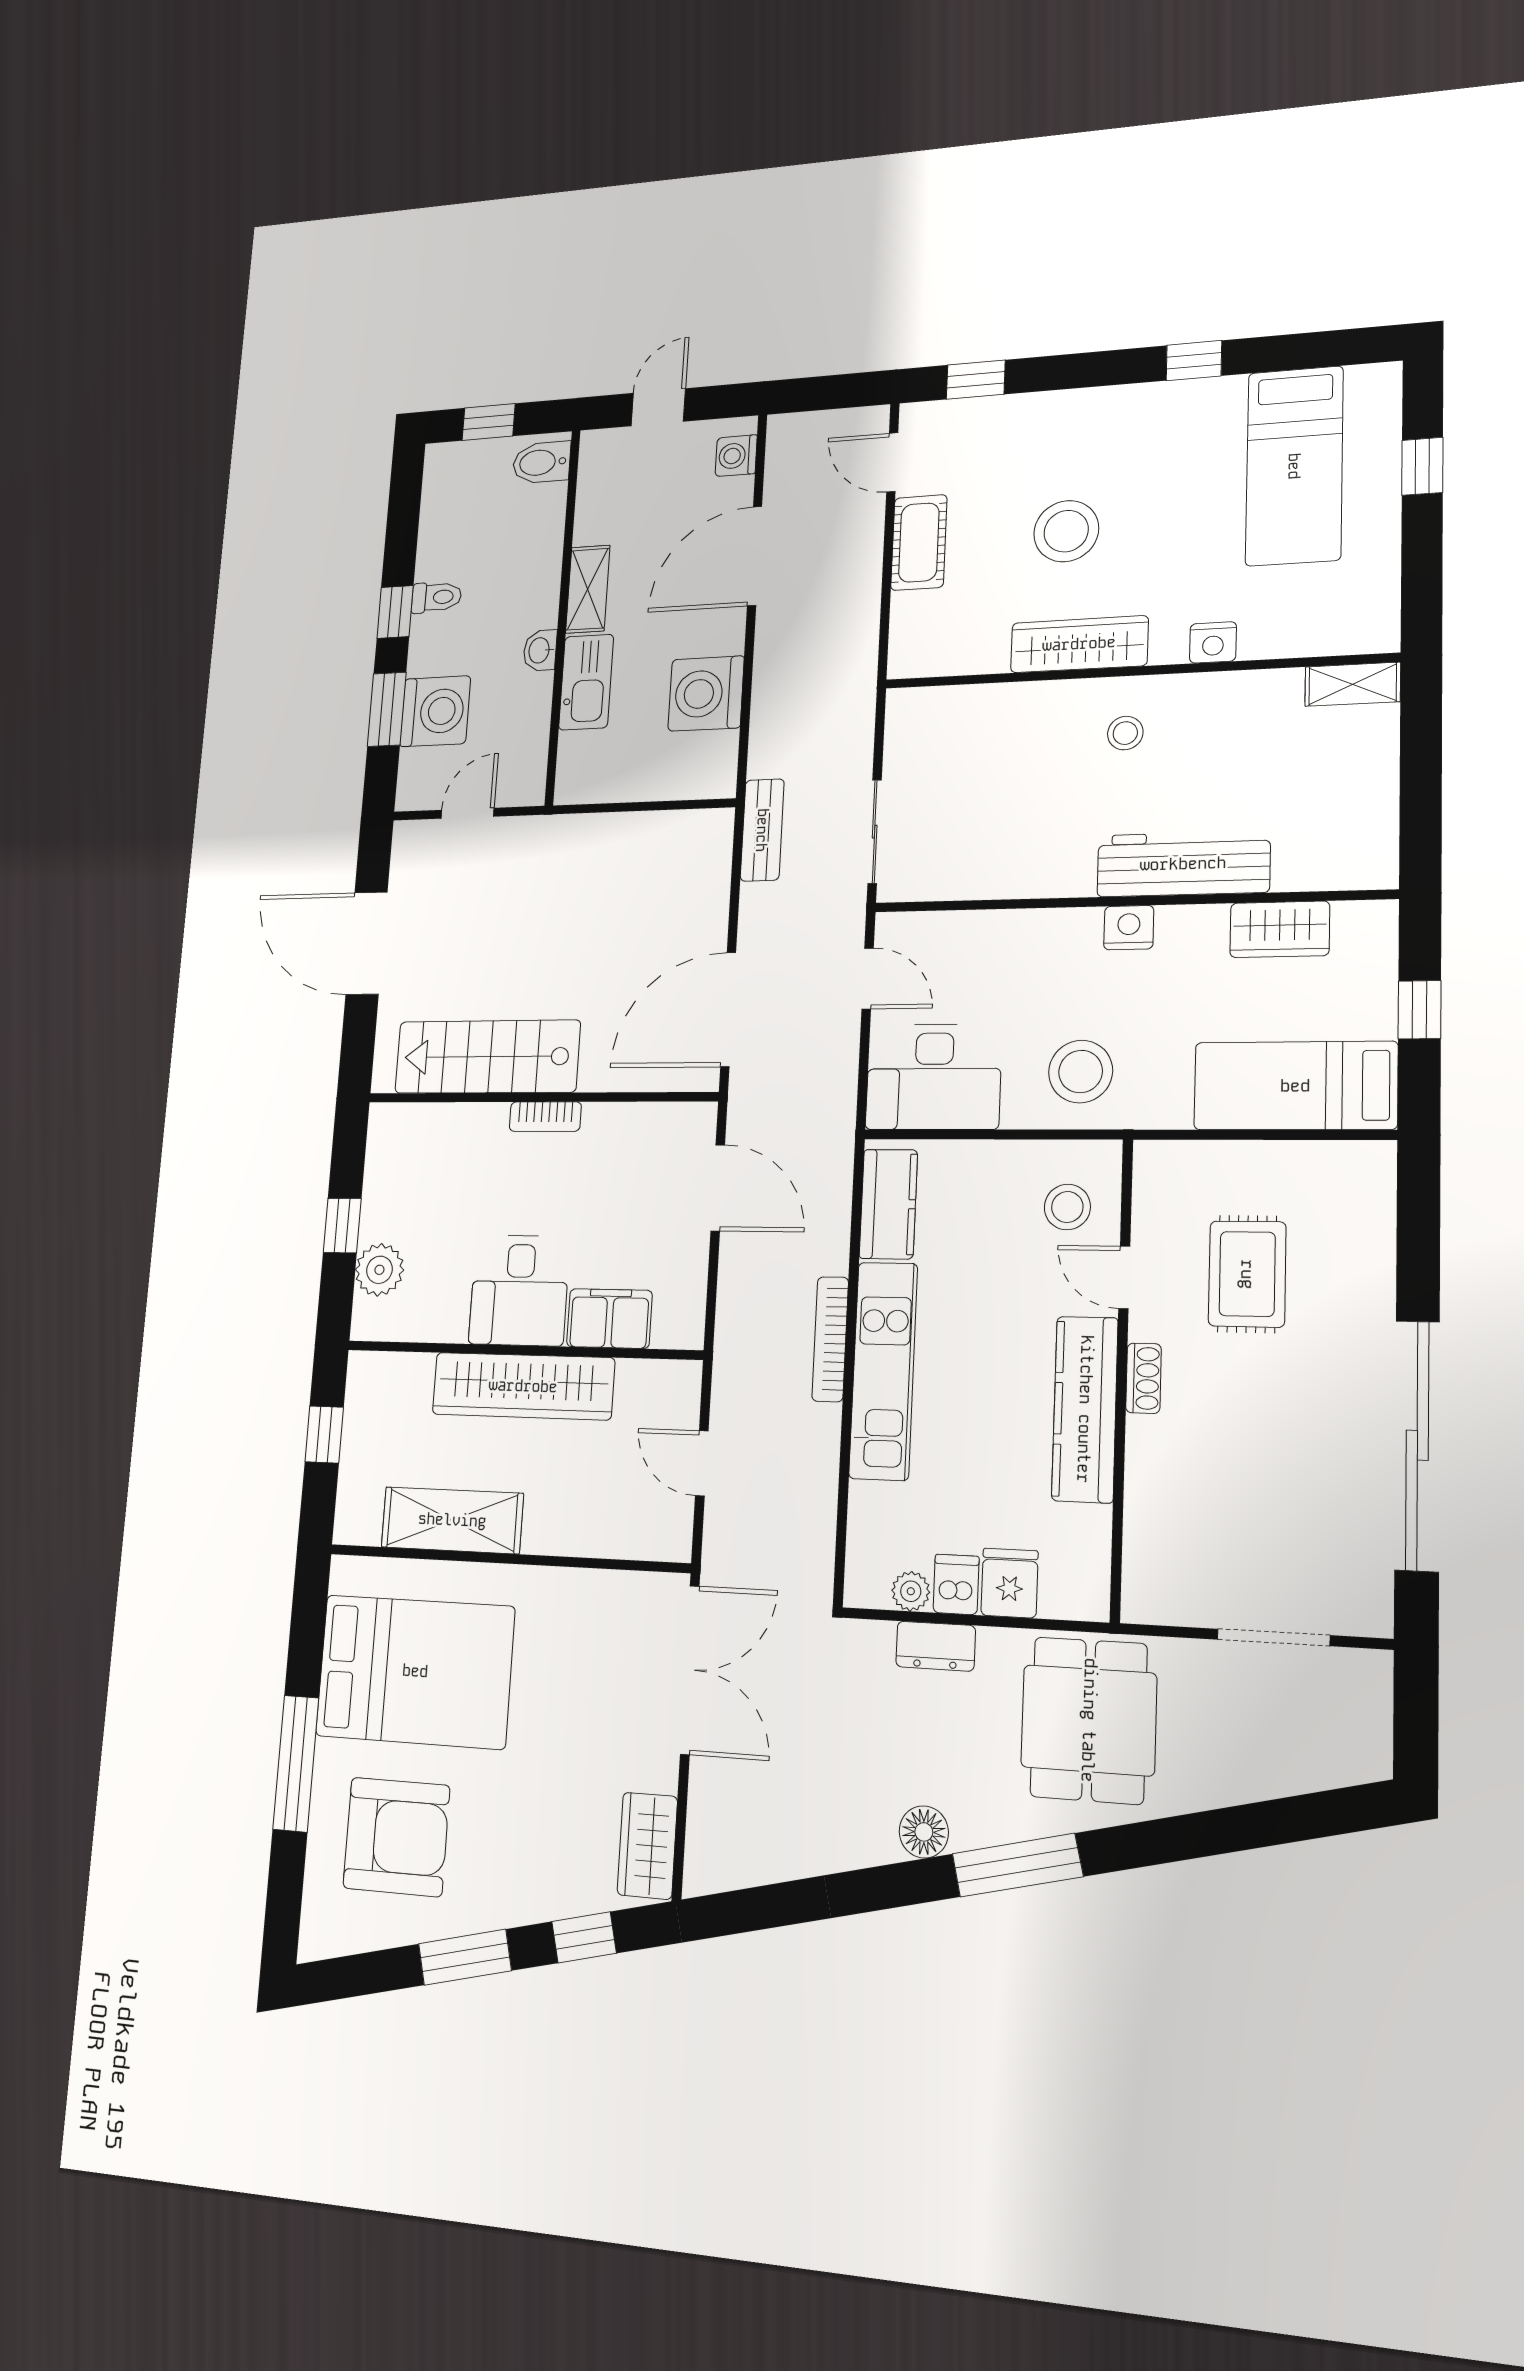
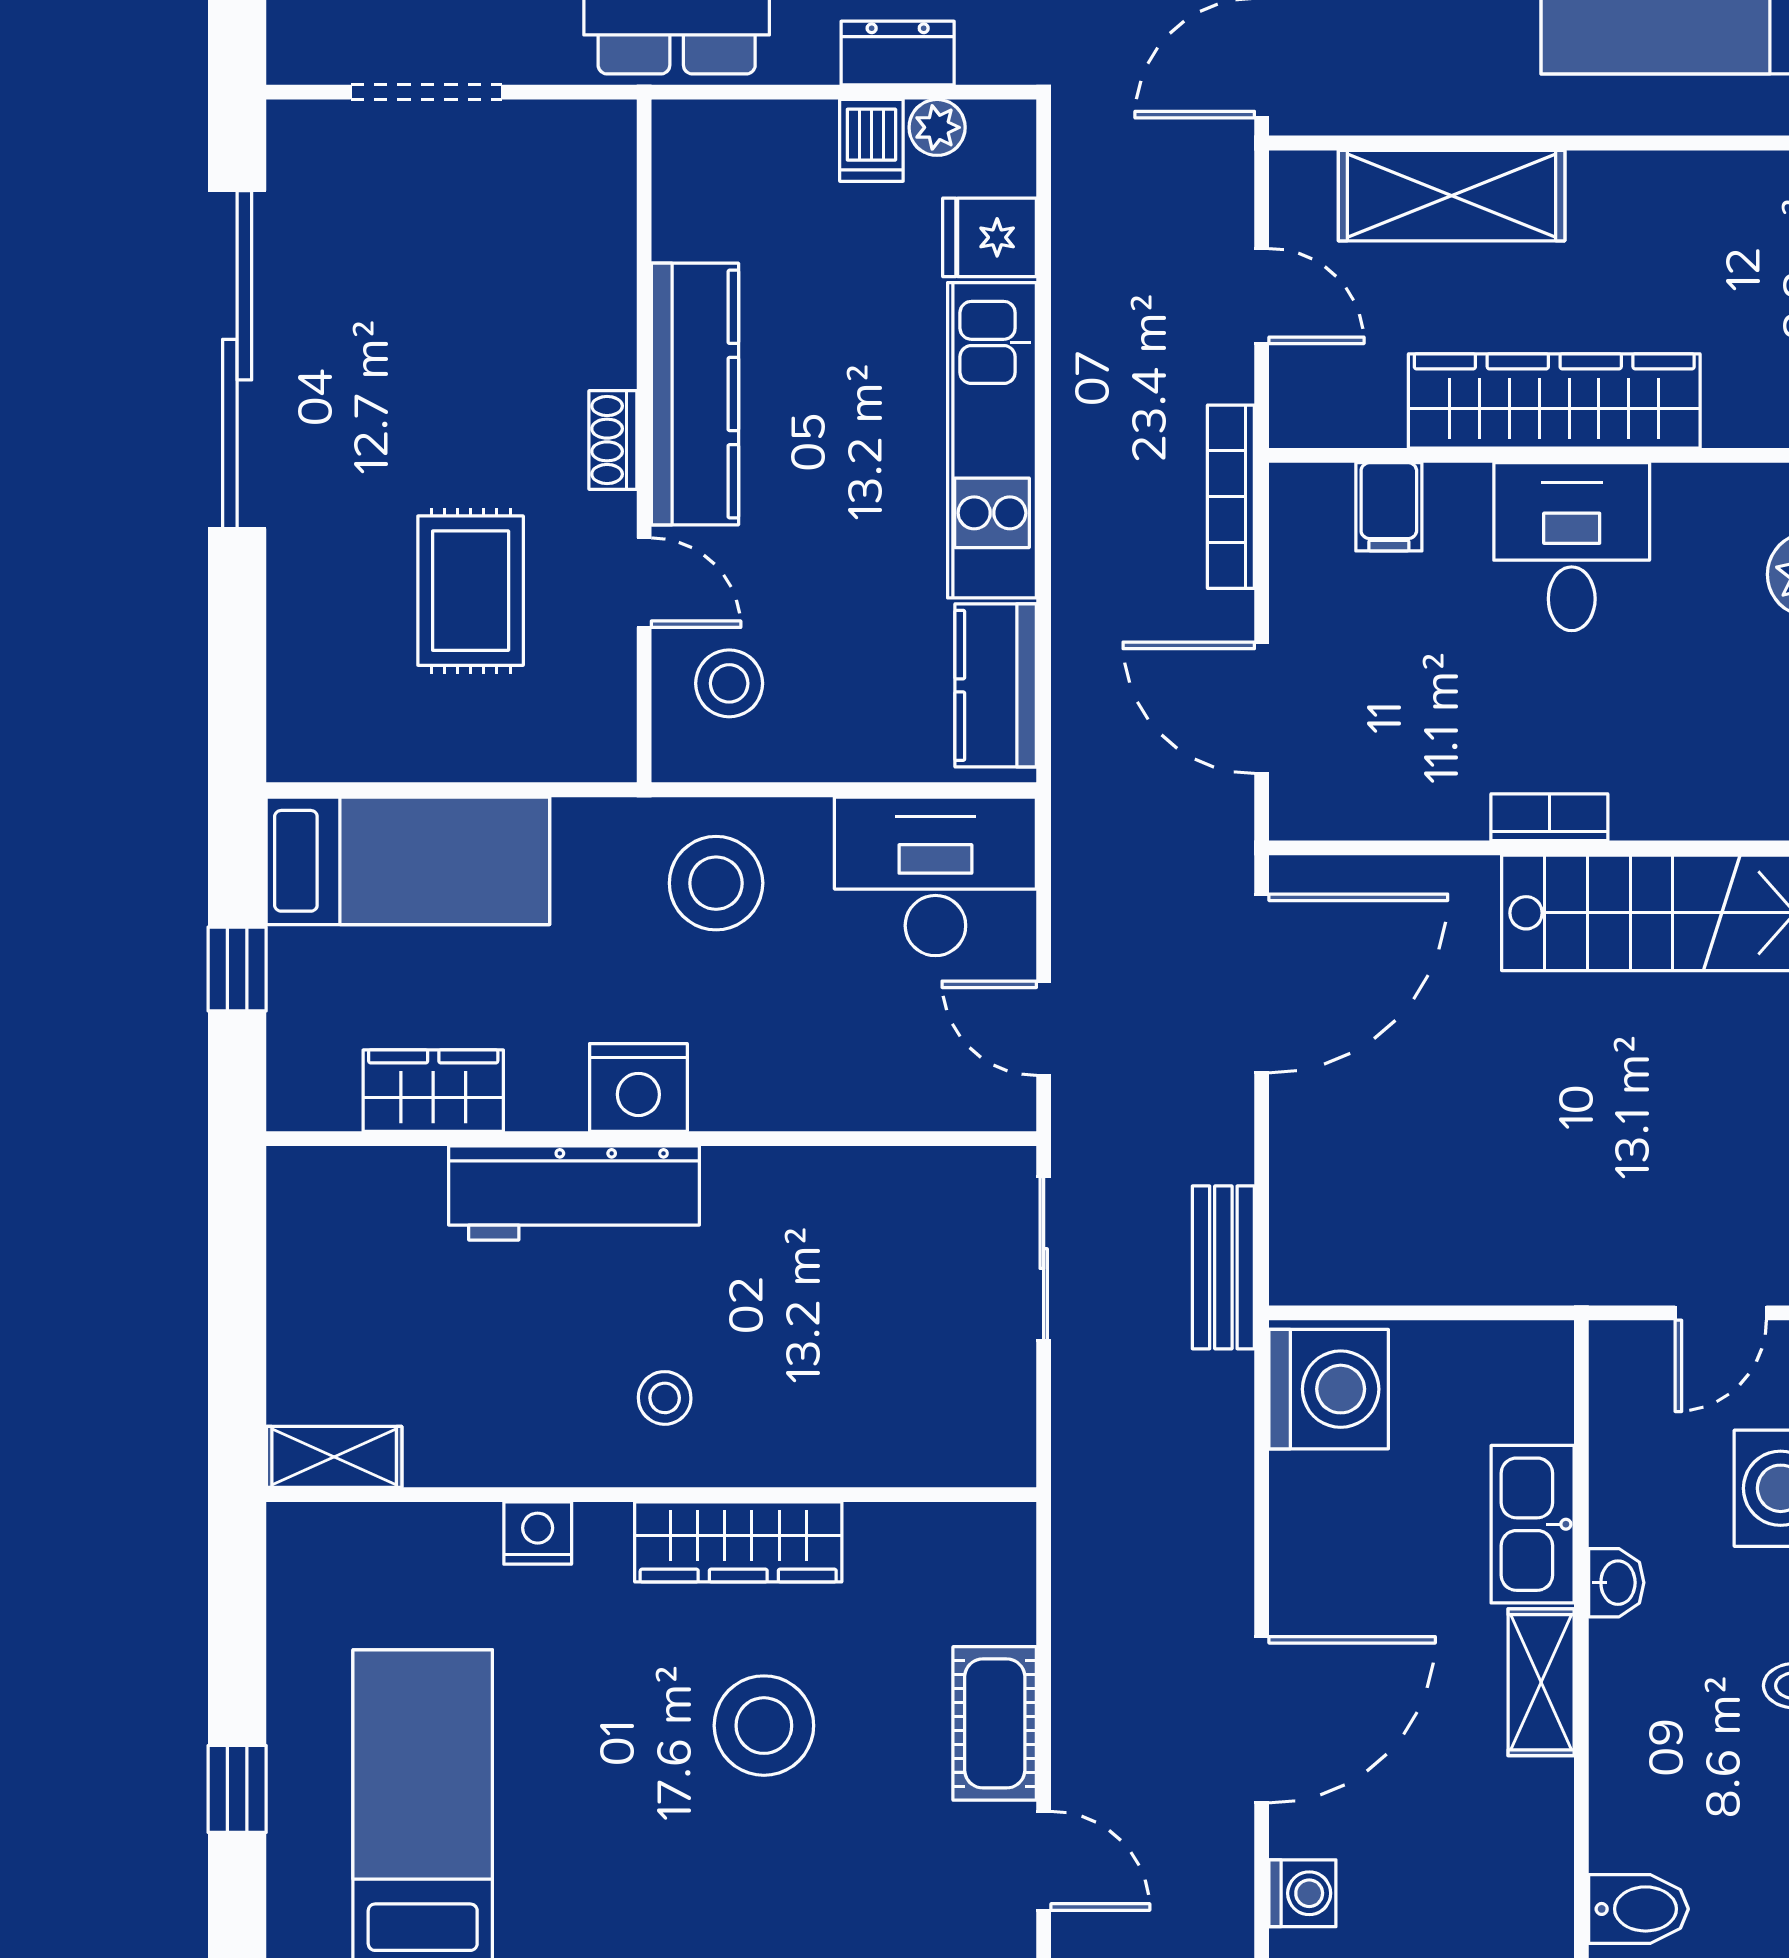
washing machine: (706, 694) -> (1329, 1389), moved
nightstand: (1129, 928) -> (638, 1087), width x1.36, depth x1.33
filing cabinet: (609, 1318) -> (1389, 507), width x0.50
bookcase: (830, 1339) -> (1231, 497), moved, turned 180
shelving: (452, 1520) -> (1452, 196), moved
fridge: (1010, 1583) -> (990, 237), moved, turned 90

